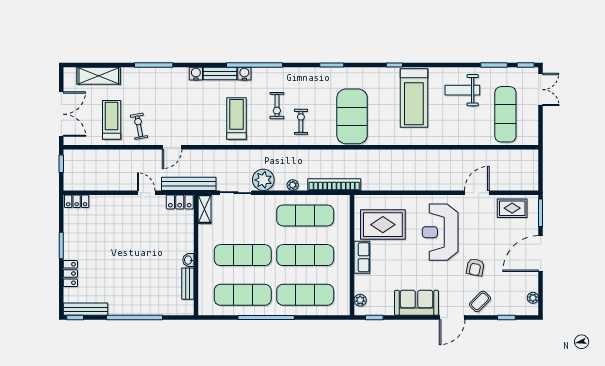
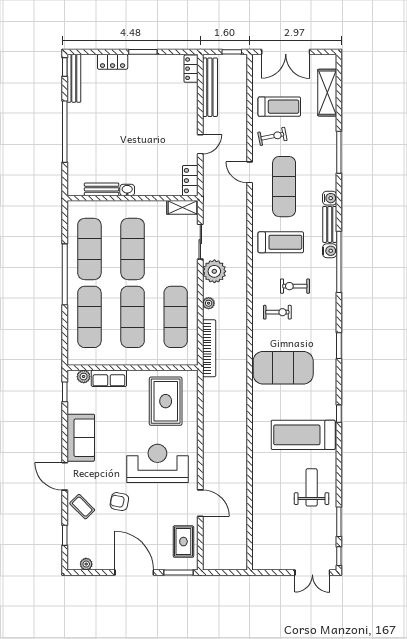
exercise mat: (505, 114) -> (284, 187), moved, turned 90
bench: (189, 184) -> (210, 87), moved
row of seats: (362, 257) -> (109, 378), moved

